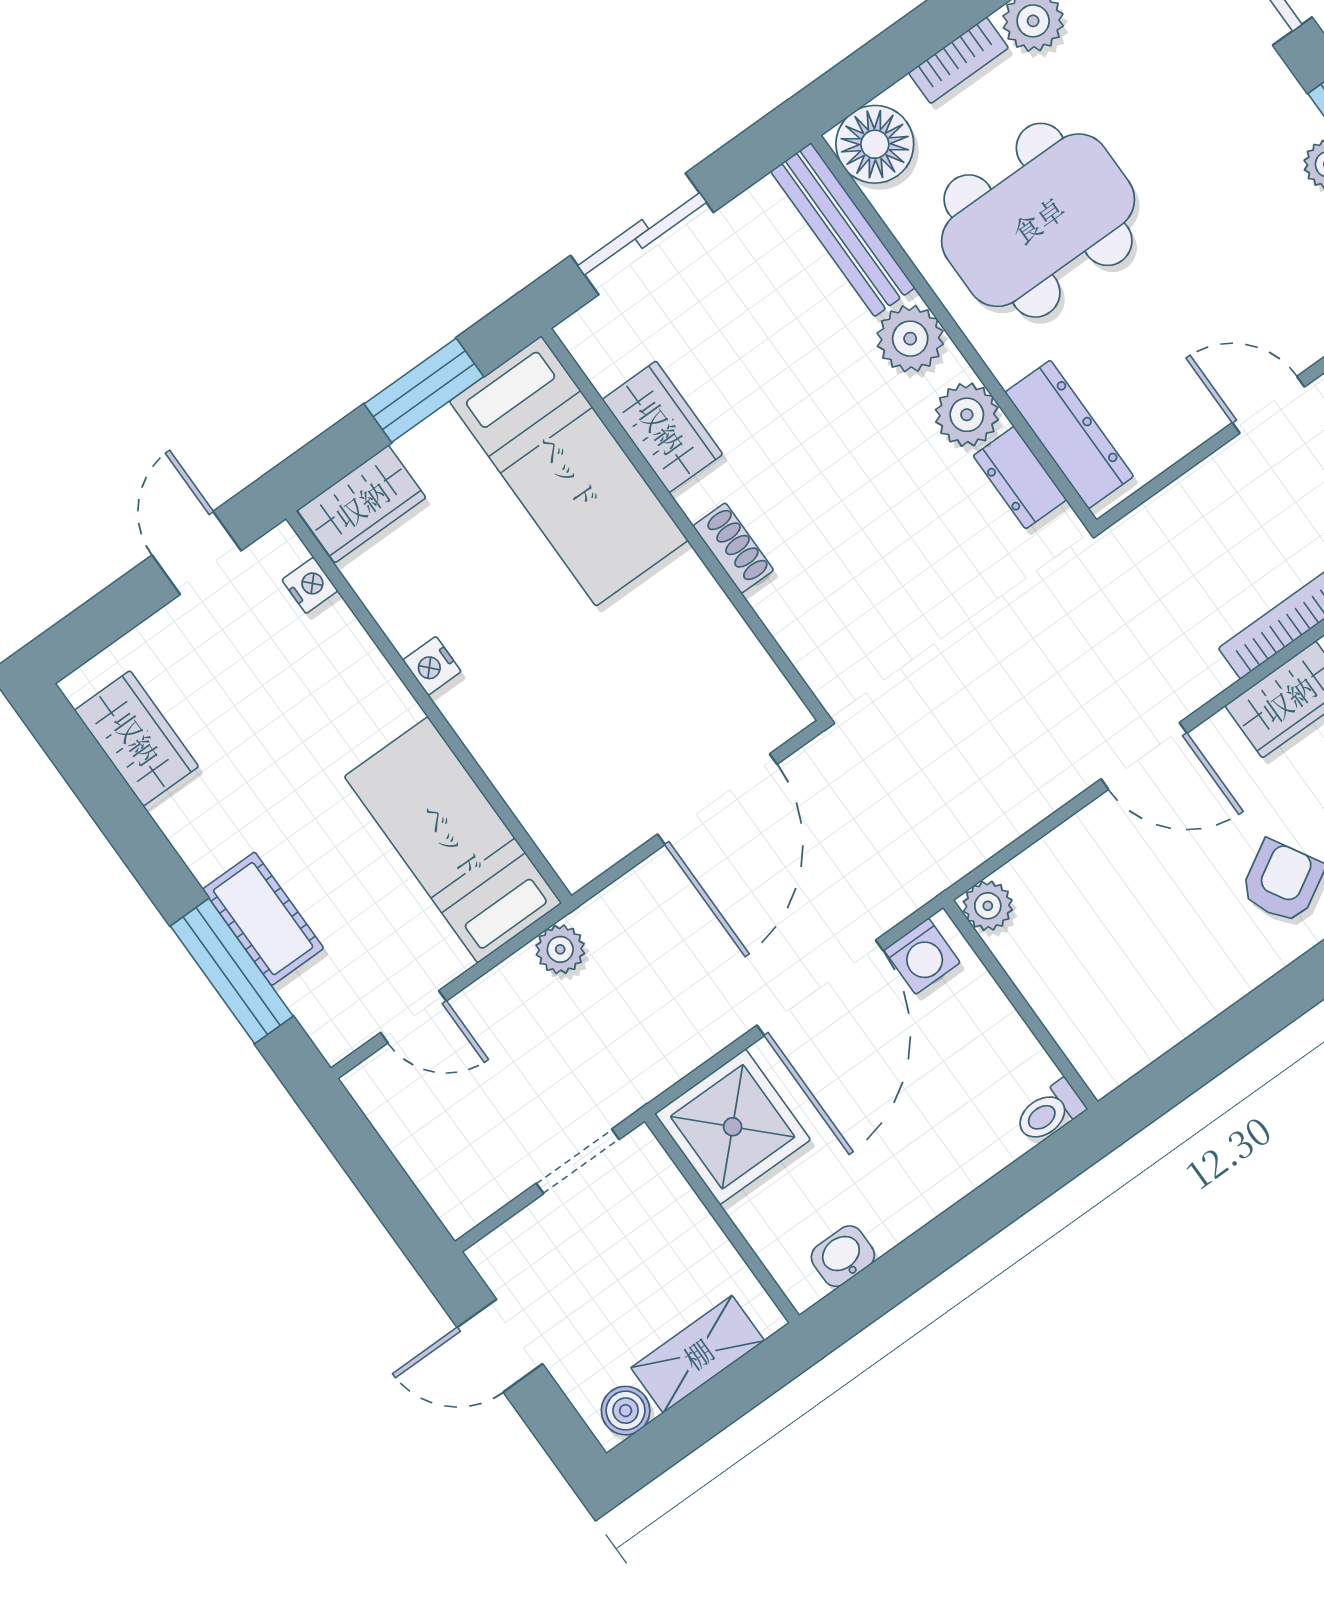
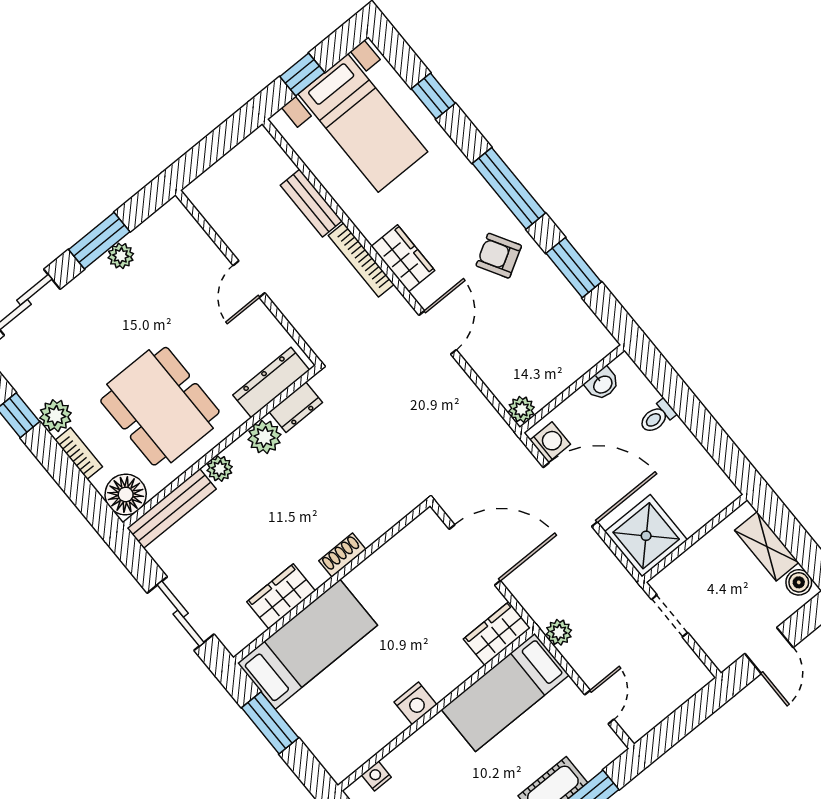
plant: (910, 339) -> (220, 469), width x0.73, depth x0.73
wardrobe: (362, 504) -> (497, 634), moved, turned -90
nightstand: (432, 666) -> (415, 703), width x1.39, depth x1.35
window: (1250, 1022) -> (574, 268), added
toilet: (1049, 1112) -> (657, 417), moved, turned 90
washbasin: (843, 1256) -> (602, 384), moved, turned -90

